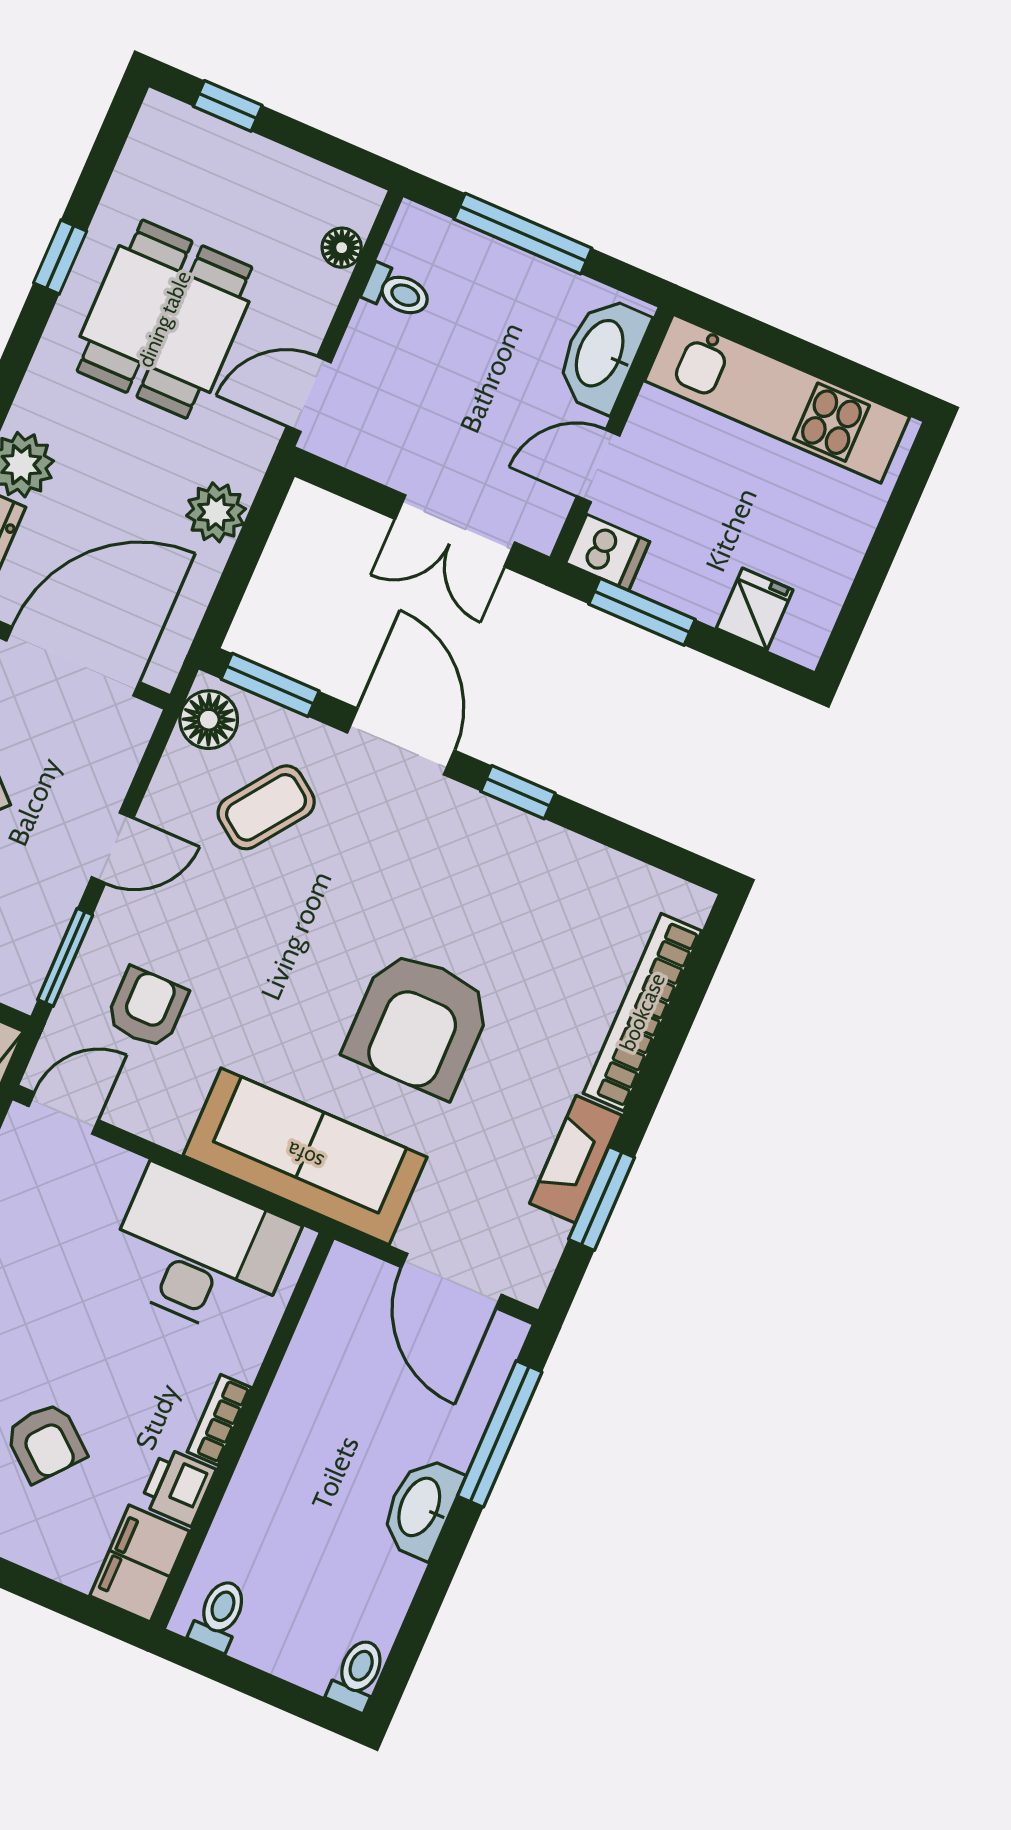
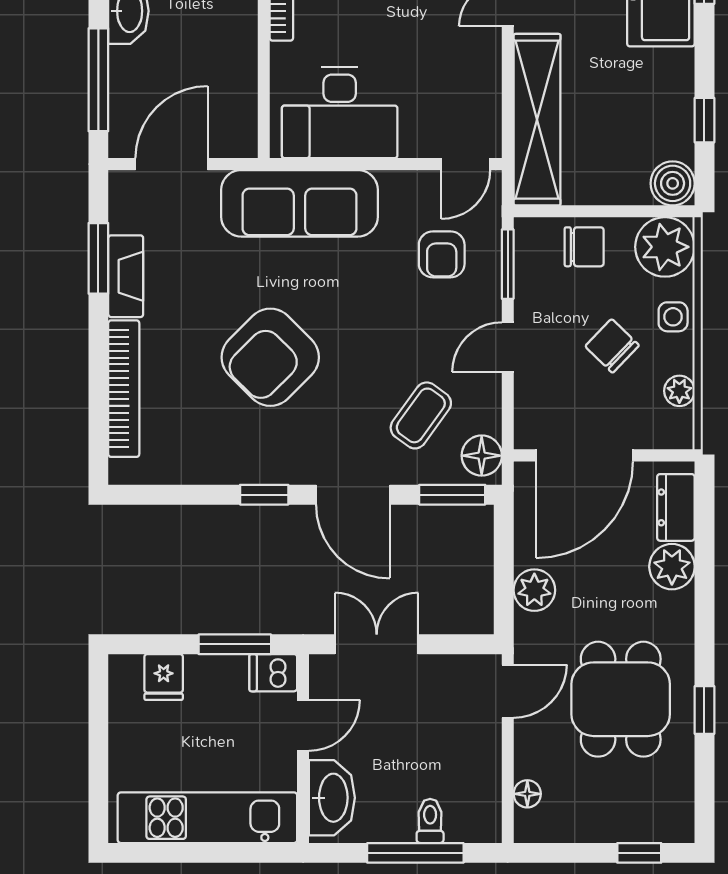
toilet: (397, 292) -> (430, 821), moved, turned 90
armchair: (419, 1024) -> (270, 357), moved, turned -135
door: (451, 1281) -> (171, 164), hinge flipped

